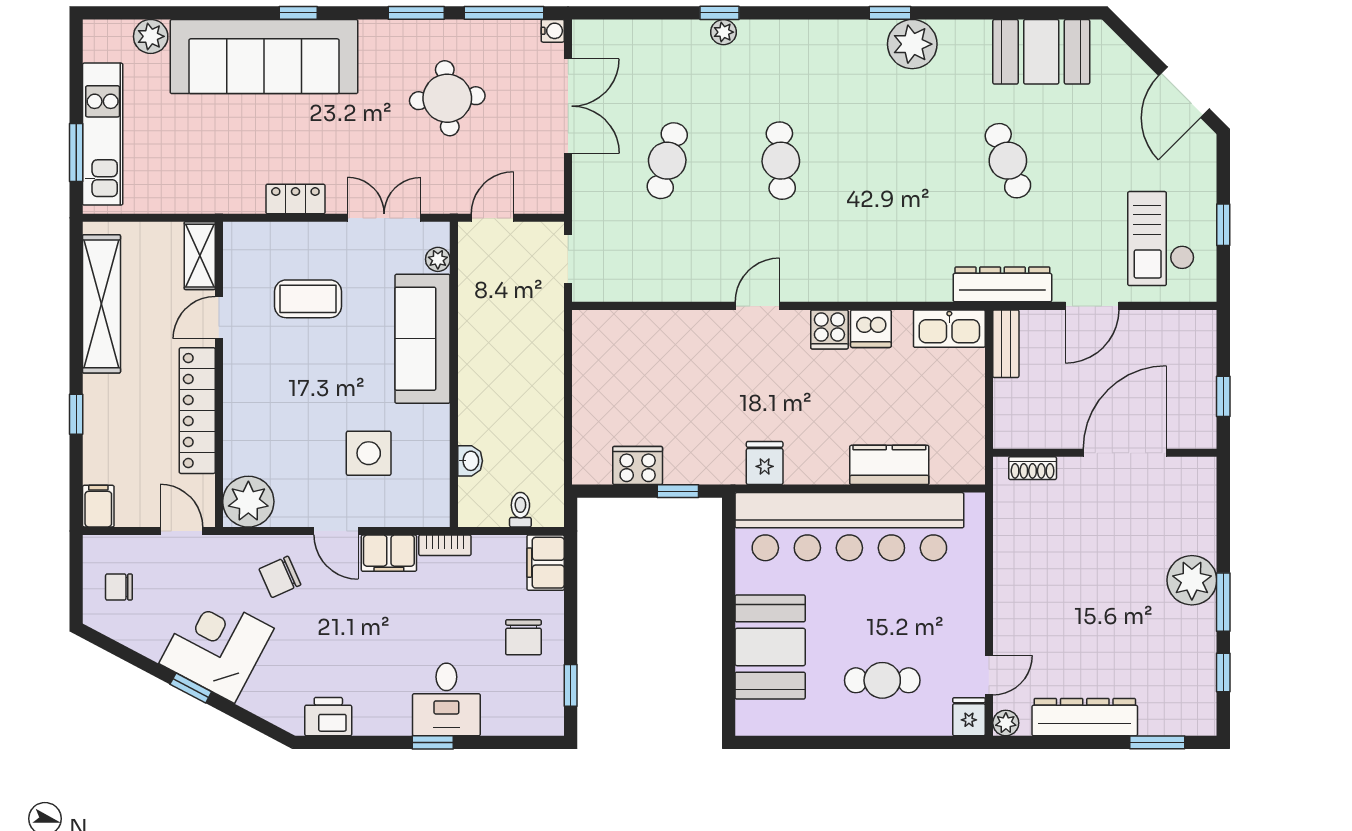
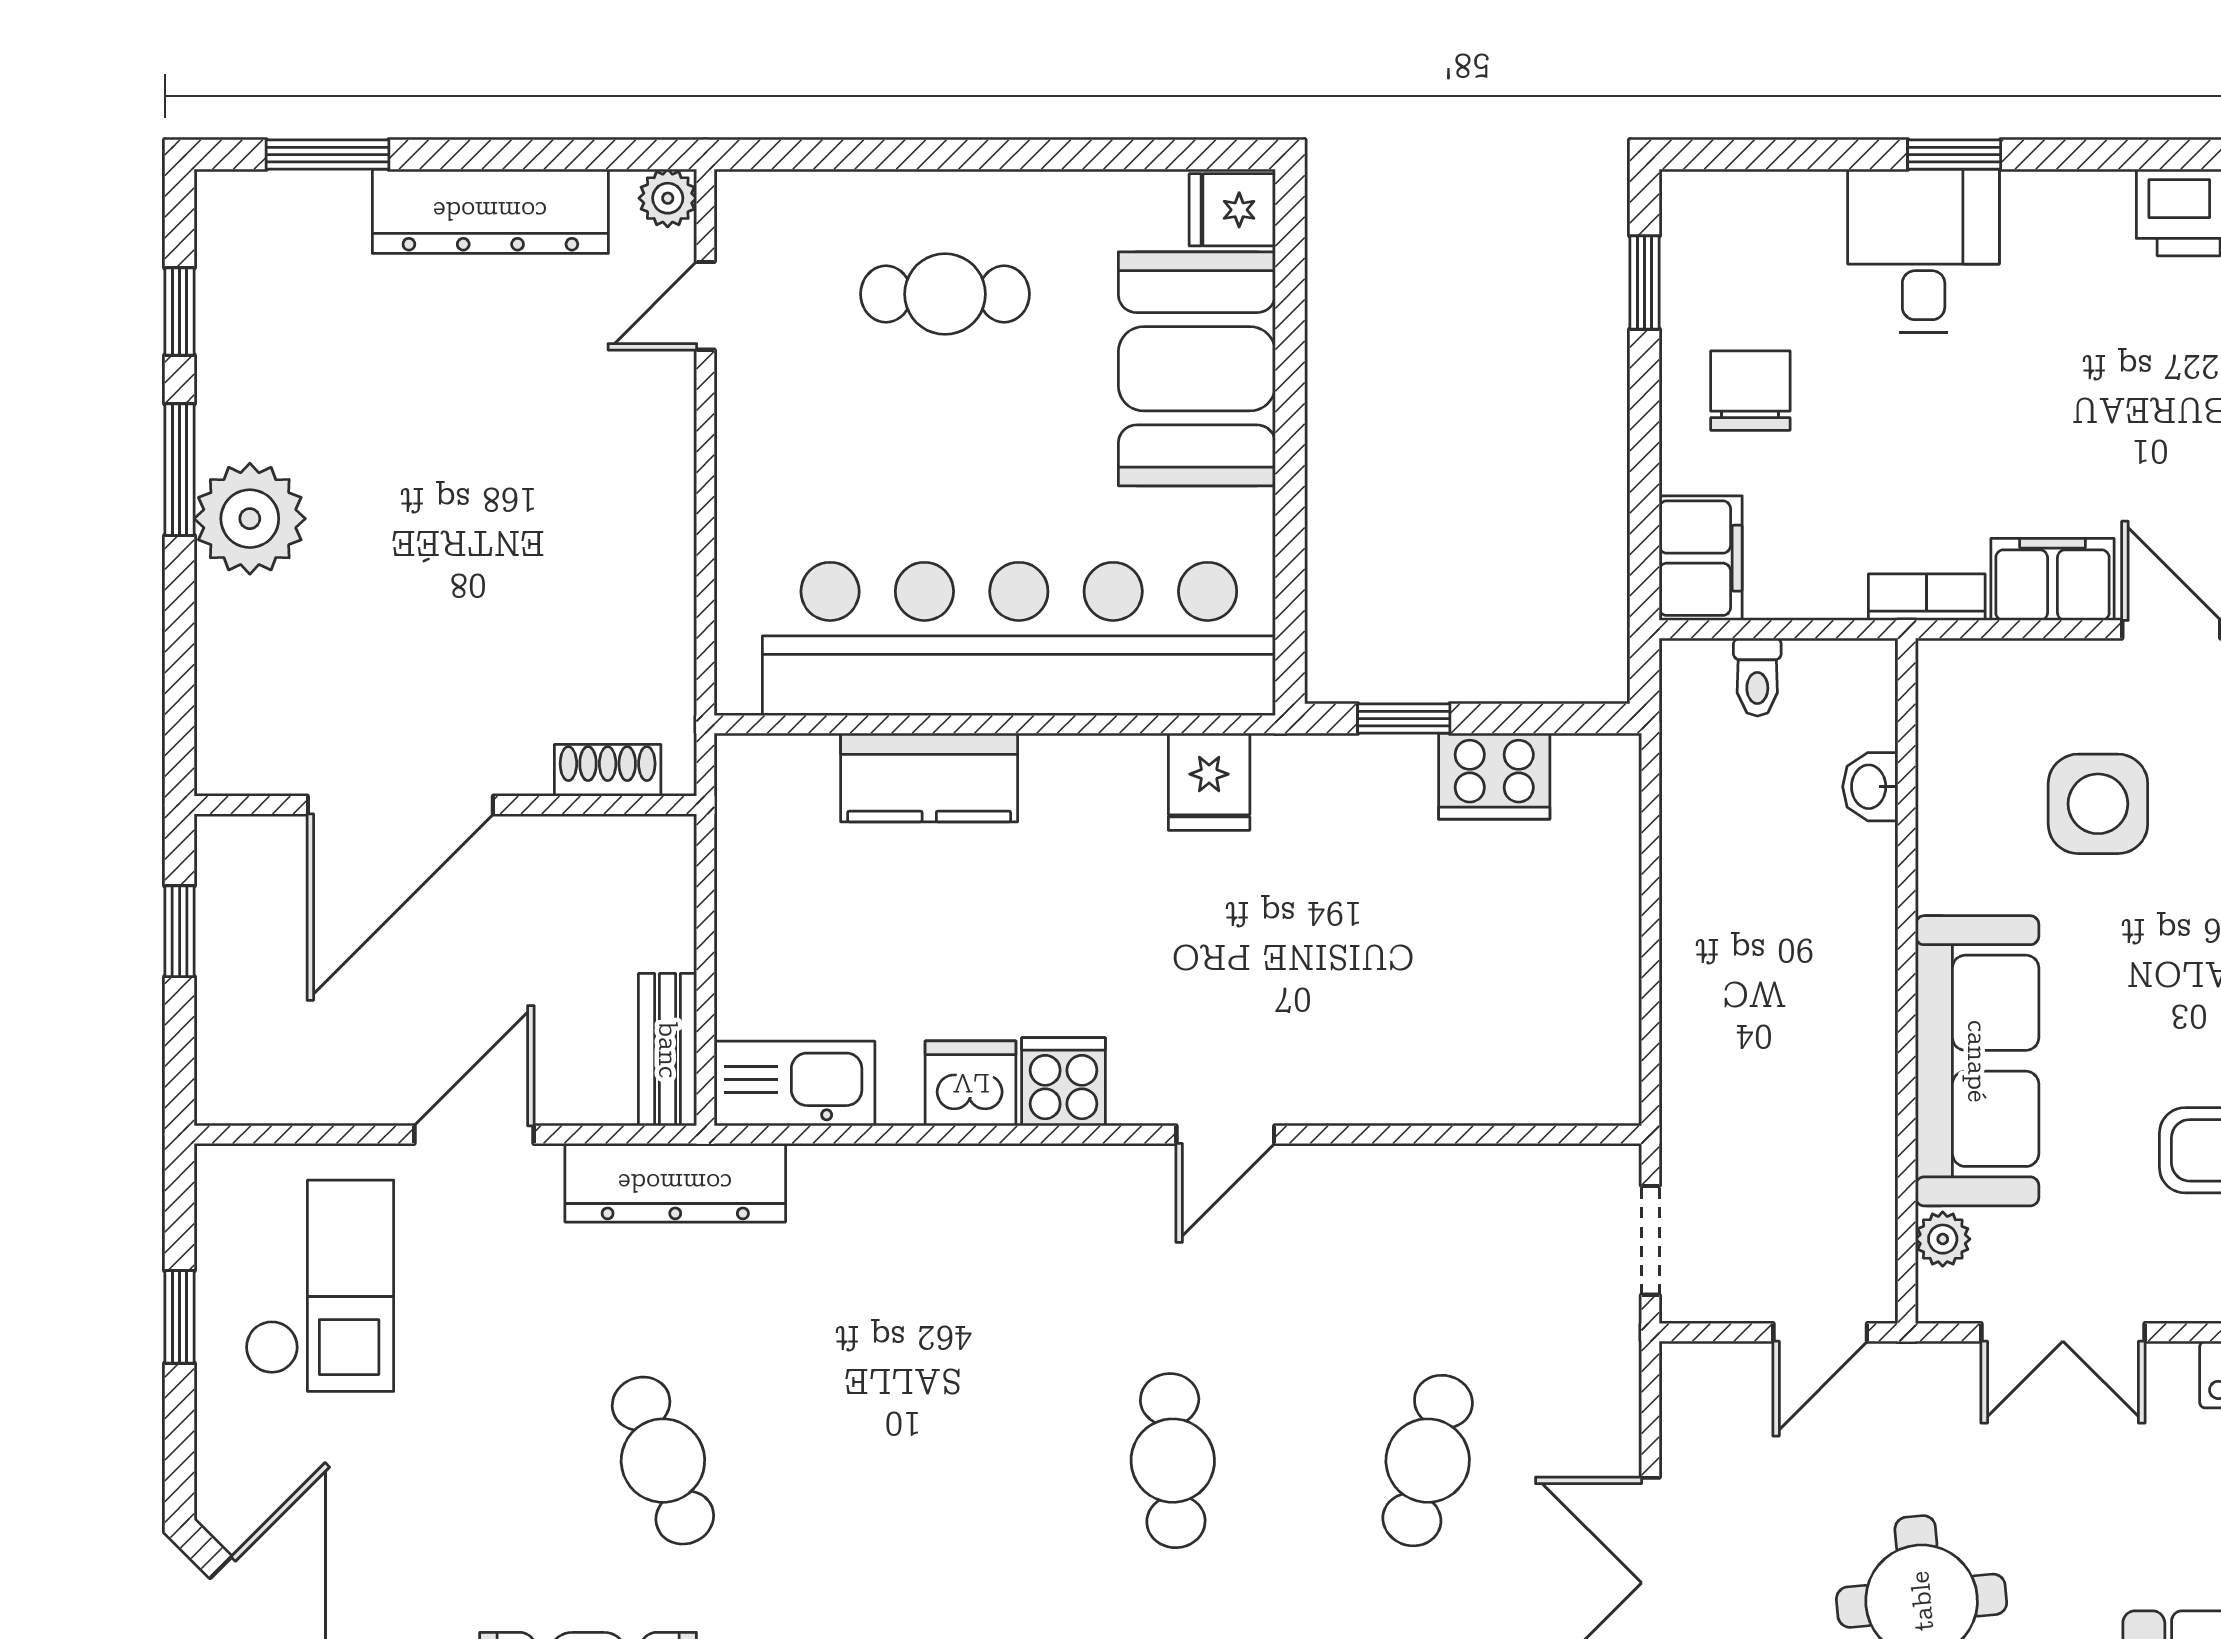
fridge: (969, 717) -> (1232, 210), moved, turned 90

